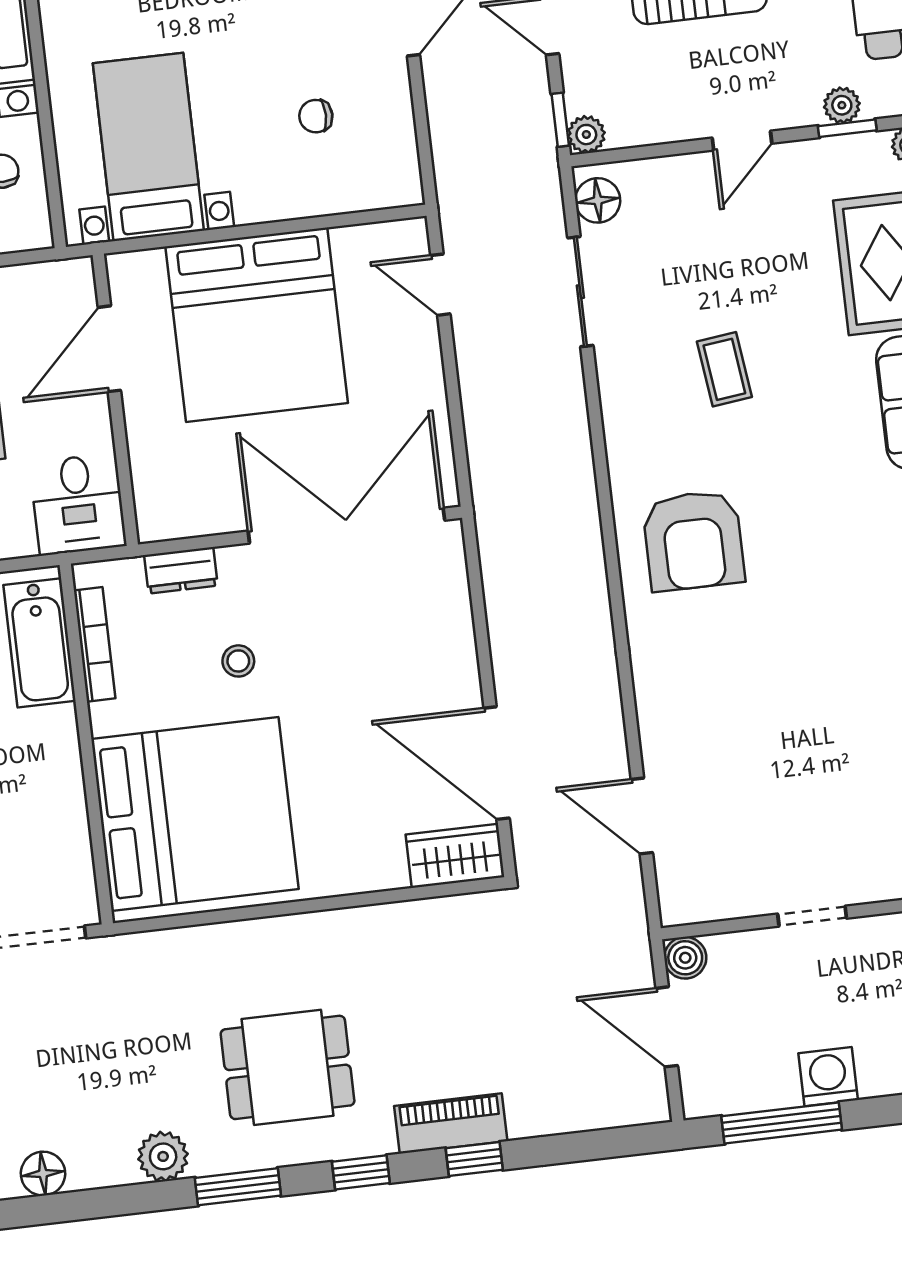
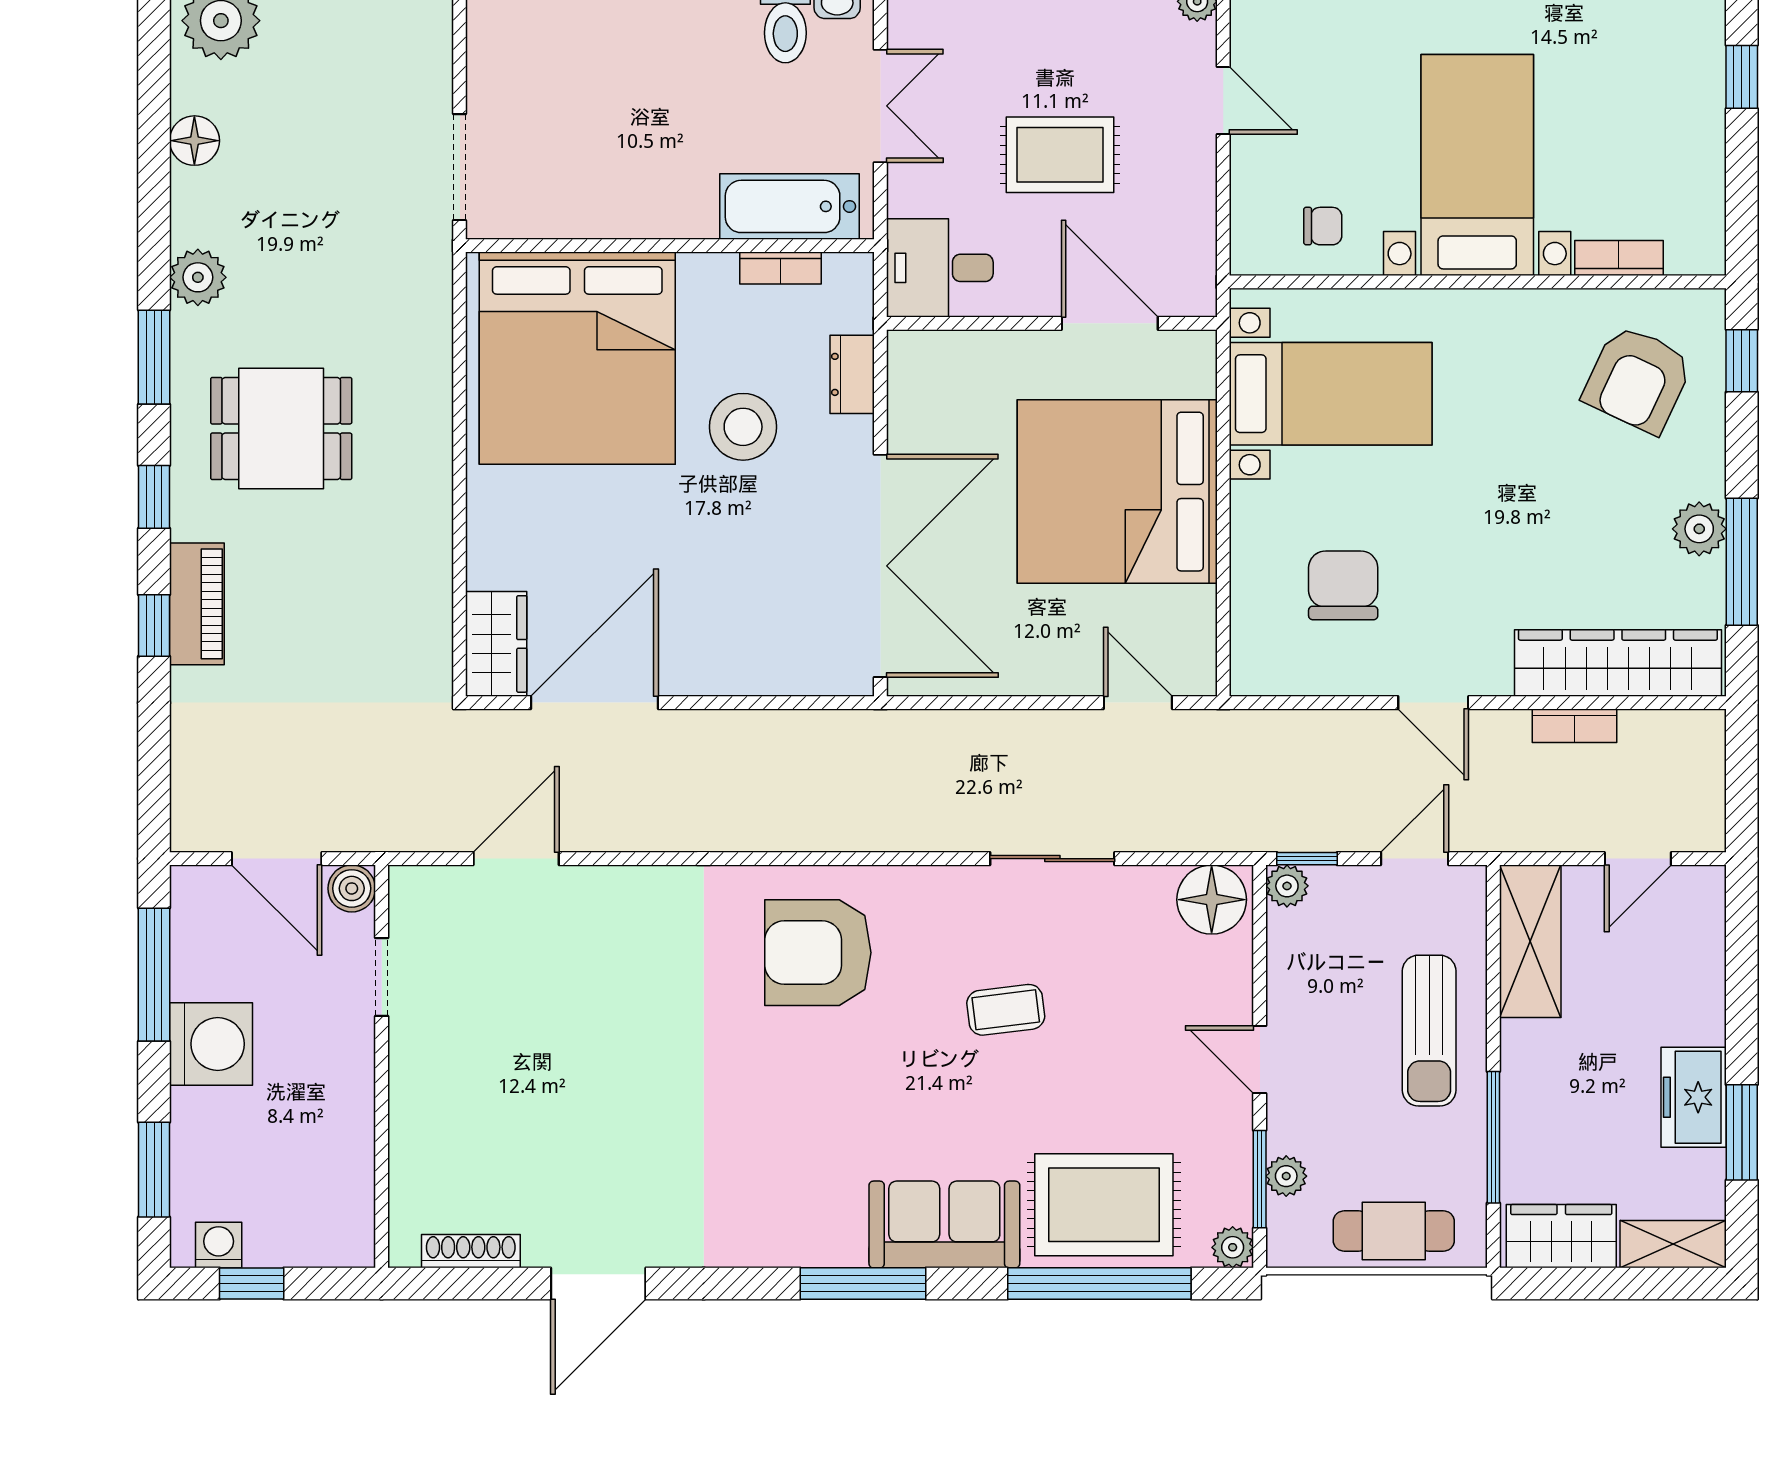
chair: (316, 116) -> (1343, 585), width x1.87, depth x1.87
window: (847, 128) -> (1260, 1179), width x1.50
floor lamp: (598, 200) -> (1212, 900), width x1.38, depth x1.38
door: (440, 285) -> (1138, 703), hinge flipped
sliding door: (580, 292) -> (1052, 859), moved
bookcase: (95, 644) -> (781, 268), width x0.64
stool: (238, 661) -> (743, 427), width x1.89, depth x1.89
doorway: (812, 916) -> (382, 977), moved
door: (667, 1027) -> (277, 859), swing flipped
dining table: (288, 1067) -> (281, 428), turned 90
washing machine: (828, 1077) -> (211, 1044), width x1.37, depth x1.37

